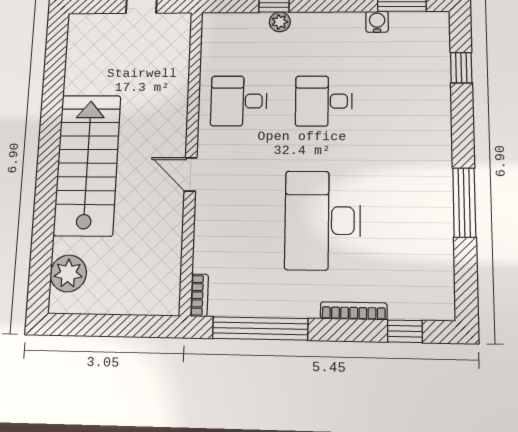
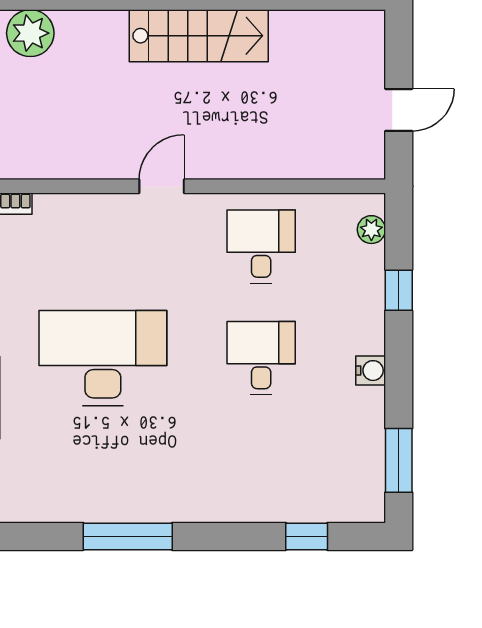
plant: (280, 22) -> (371, 230), moved
water cooler: (377, 22) -> (371, 371), moved
stairs: (87, 165) -> (199, 36), width x0.73, depth x0.66

